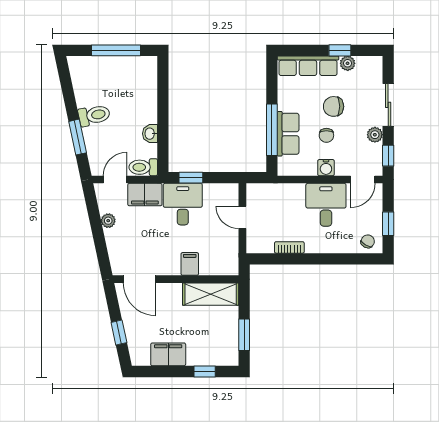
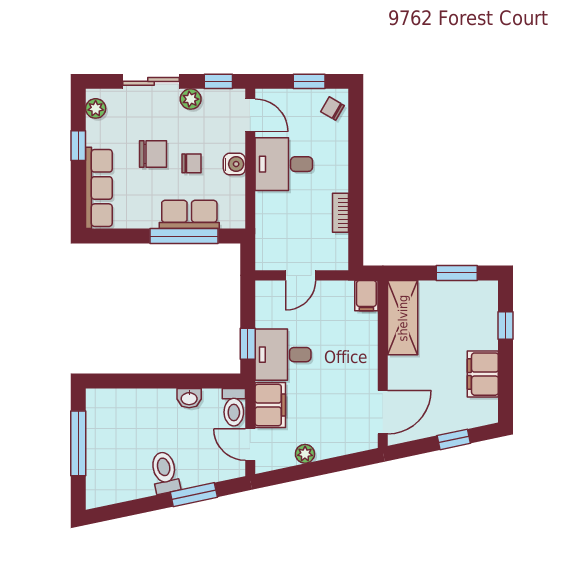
plant: (348, 63) -> (96, 108), moved
chair: (334, 106) -> (153, 154), turned -90
filing cabinet: (190, 264) -> (366, 296), moved, turned -90

